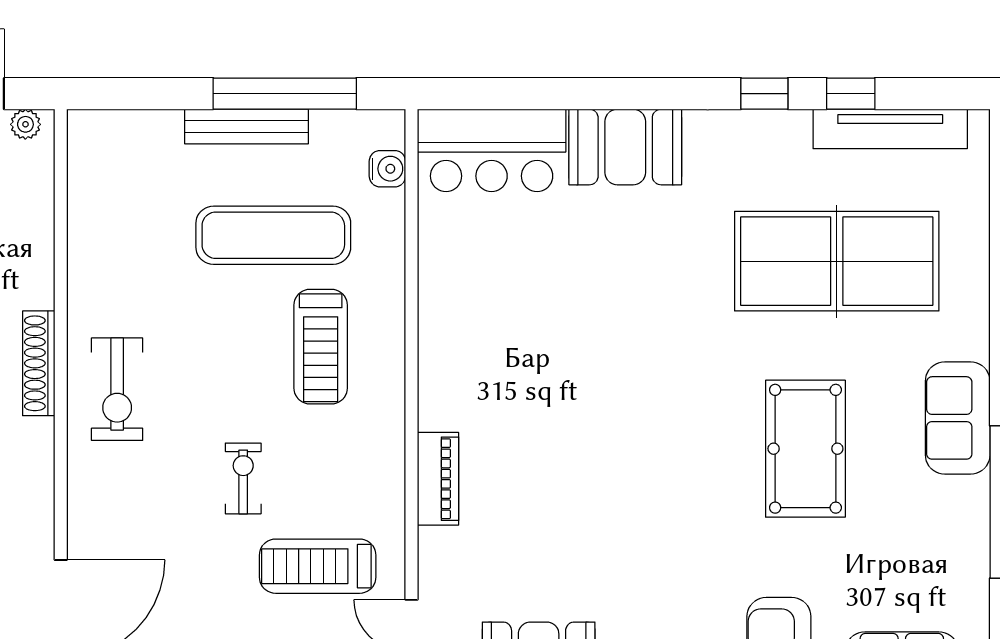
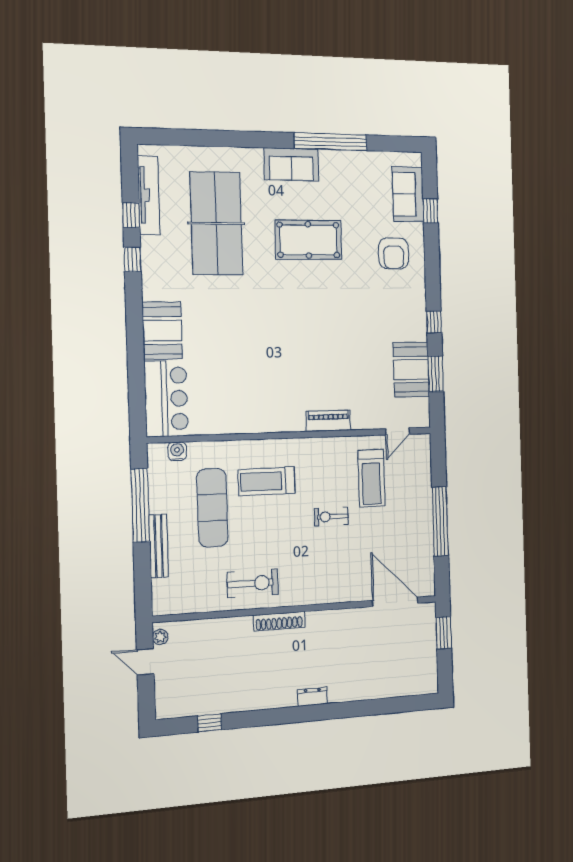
bench: (247, 127) -> (159, 546), moved
treadmill: (321, 347) -> (267, 481), turned 180
exercise bike: (117, 389) -> (253, 583), moved

